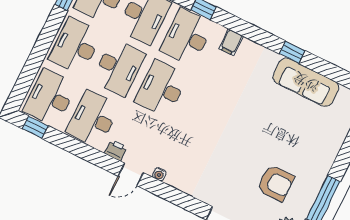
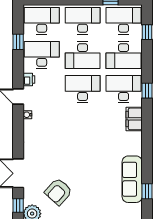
filing cabinet: (231, 42) -> (134, 119), width x2.00
window: (292, 52) -> (147, 191), moved
window: (35, 127) -> (18, 42), moved
armchair: (276, 183) -> (58, 192), turned 42

